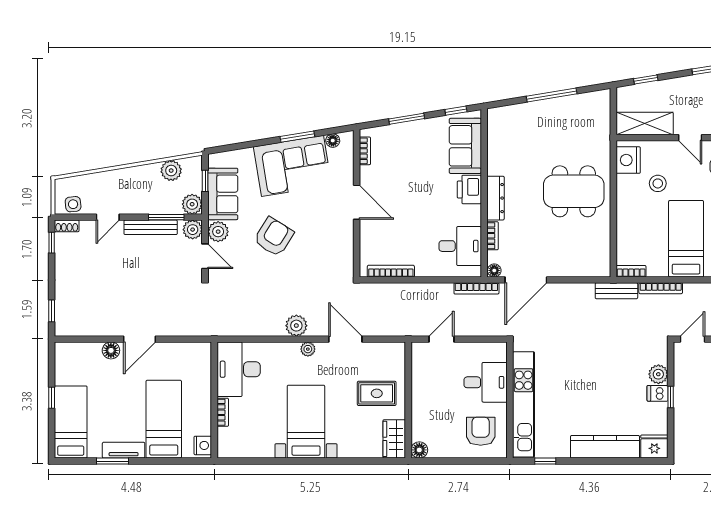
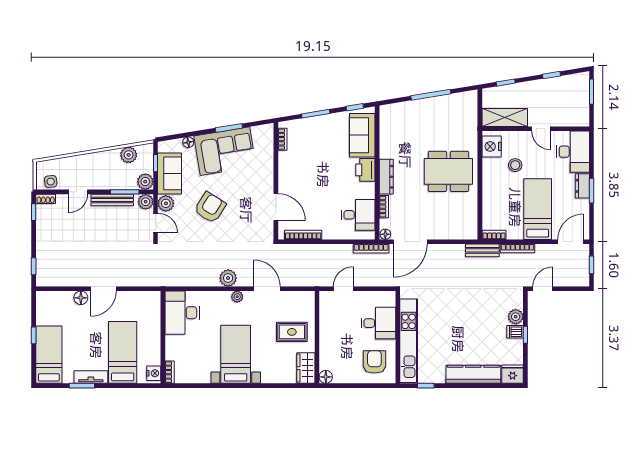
floor lamp: (333, 141) -> (188, 142), moved
door: (357, 202) -> (276, 207), moved
bookcase: (223, 412) -> (170, 372), moved

